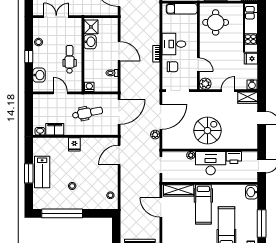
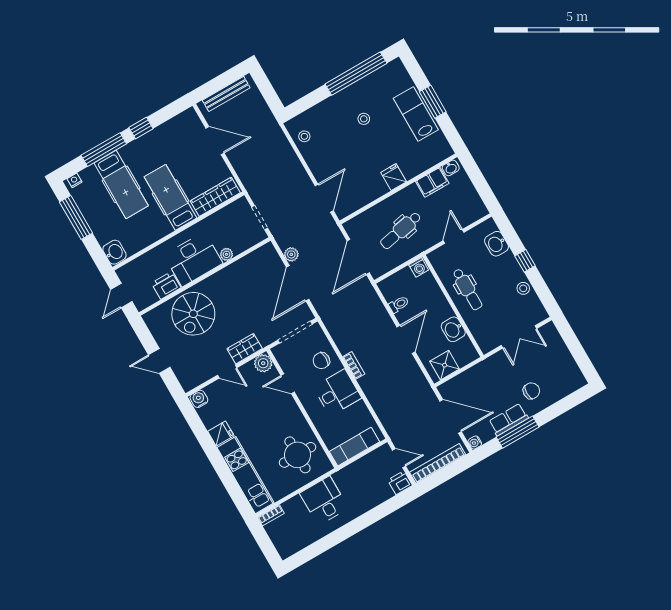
shower: (91, 27) -> (445, 365), moved
door: (119, 51) -> (406, 339), swing flipped
door: (228, 91) -> (227, 371), hinge flipped
door: (60, 93) -> (453, 236), swing flipped
wardrobe: (248, 98) -> (245, 349), moved
spiral stairs: (207, 131) -> (193, 314), moved
door: (161, 207) -> (215, 141), moved

